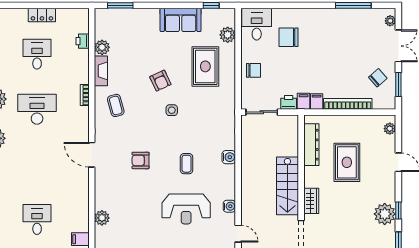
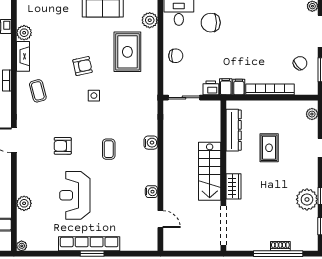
armchair: (160, 81) -> (83, 66), turned -77
rug: (347, 162) -> (269, 148), width x0.73, depth x0.70
reception desk: (186, 209) -> (75, 195), moved, turned 90

